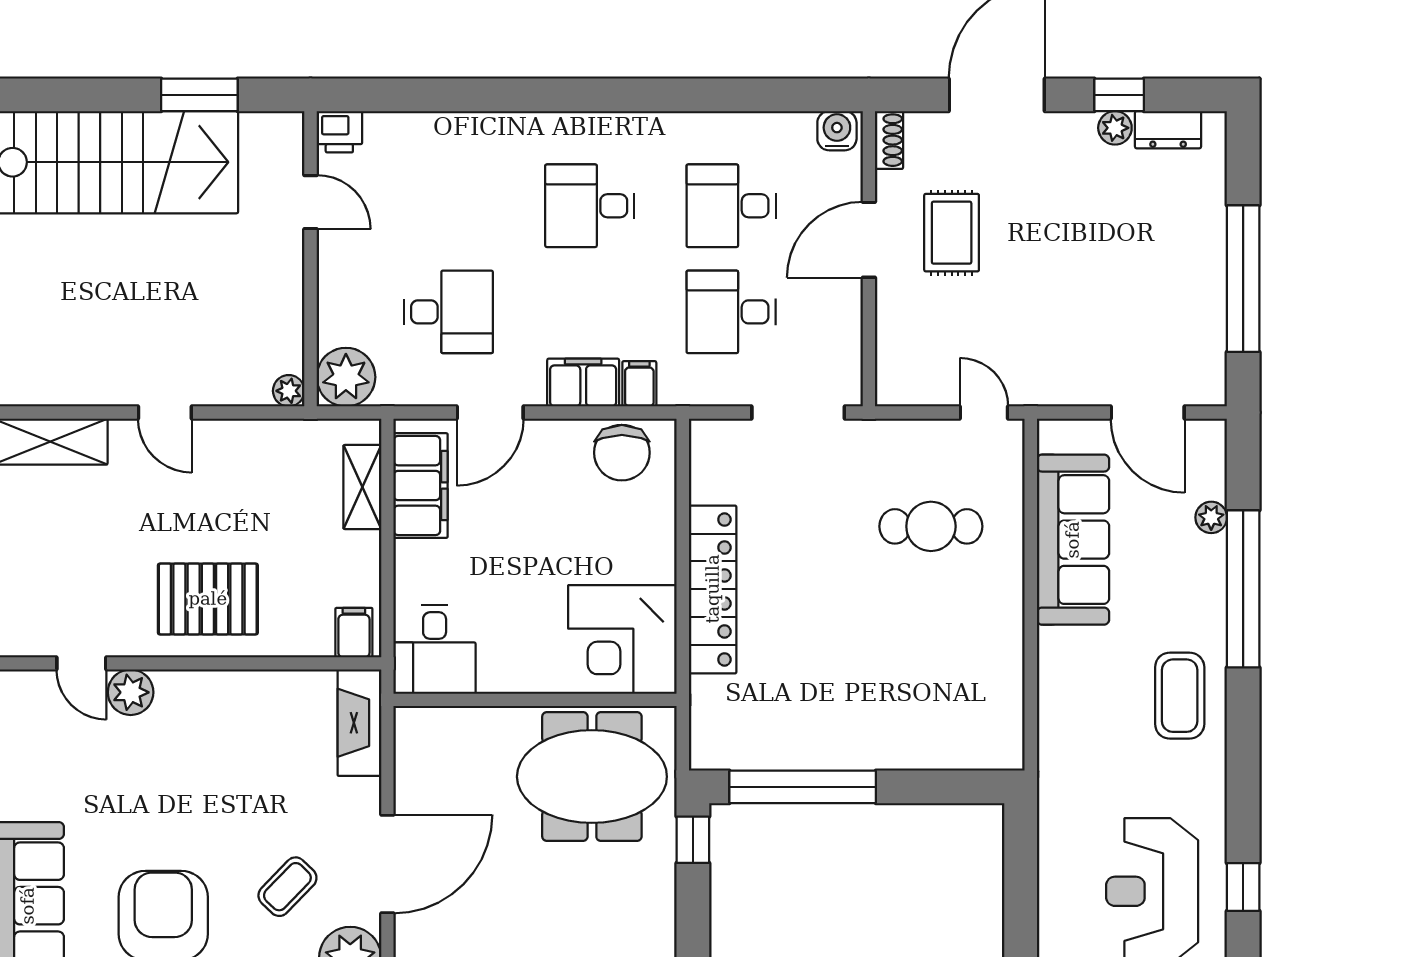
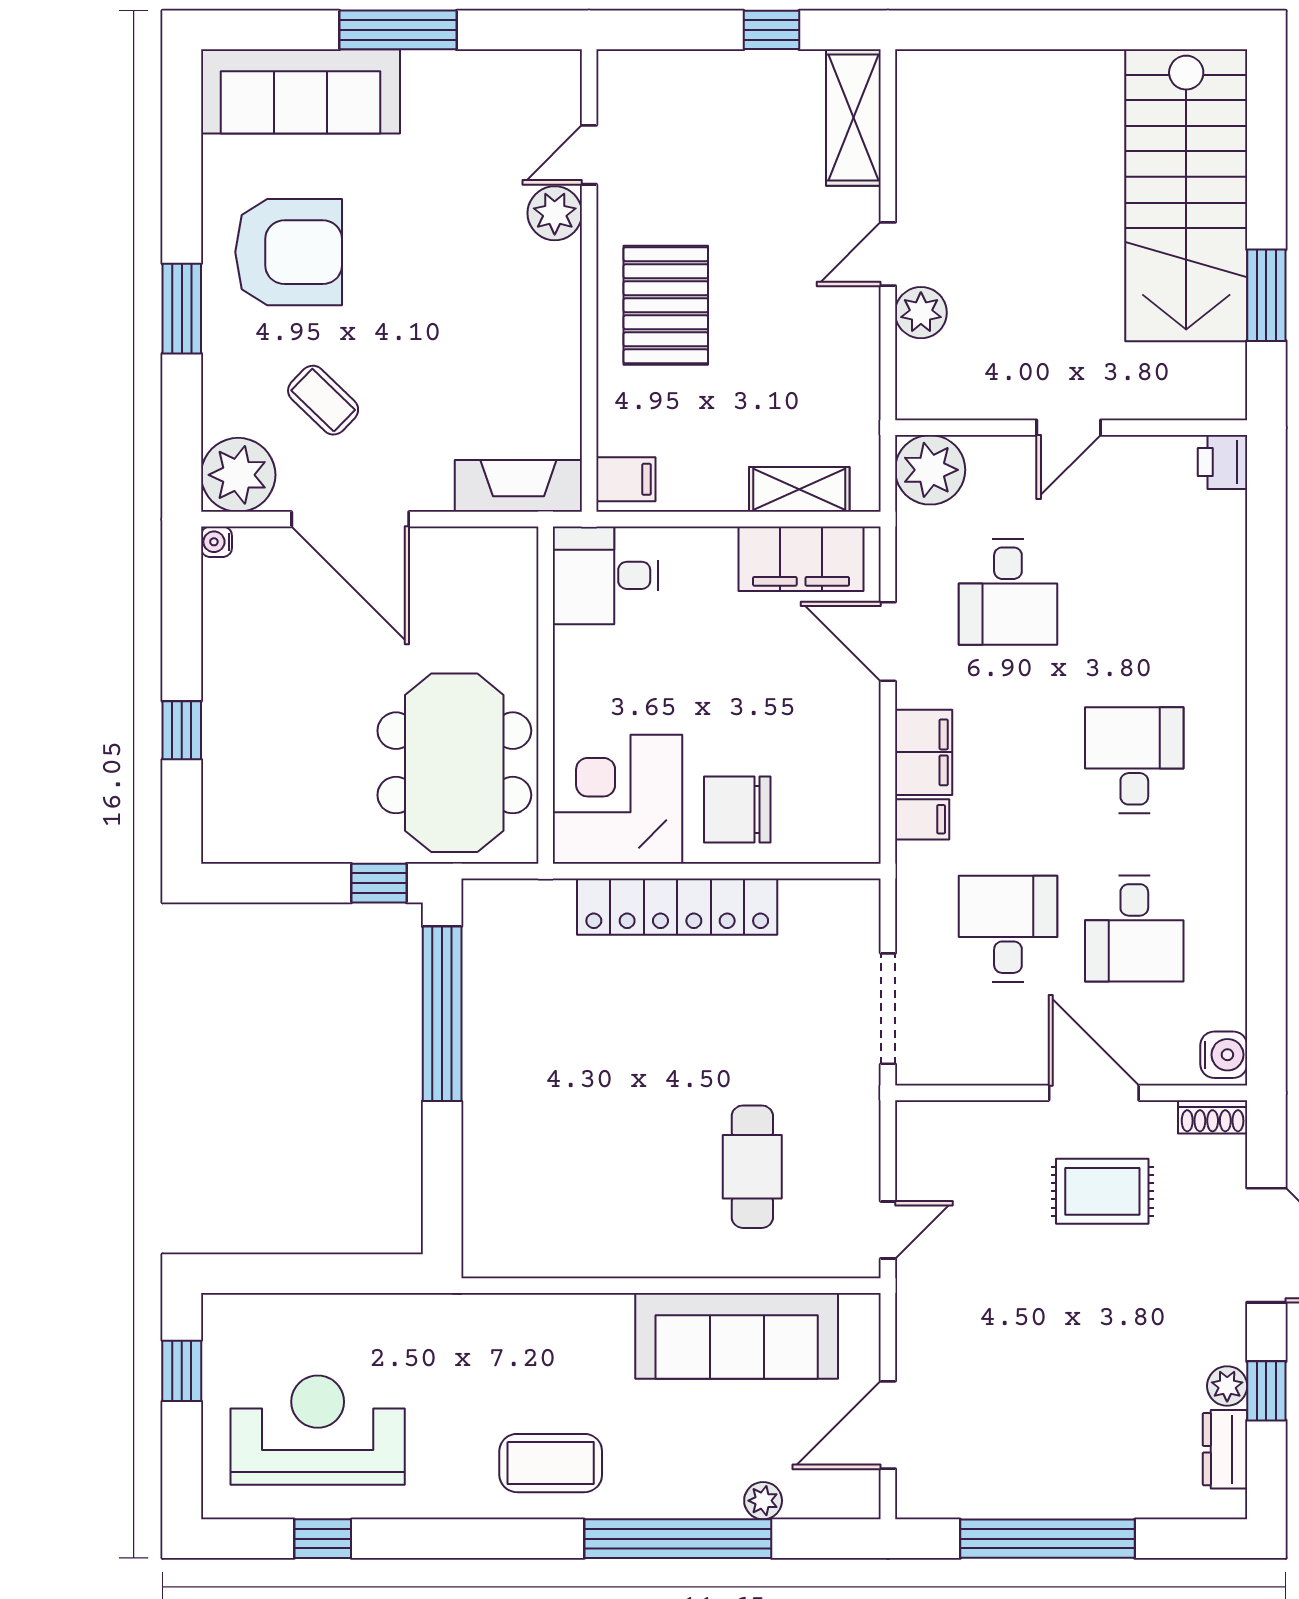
door: (311, 202) -> (1069, 428), moved
desk: (731, 206) -> (1134, 929), turned 180
plant: (289, 391) -> (921, 313), moved, width x1.38, depth x1.38
chair: (622, 453) -> (737, 809), moved

